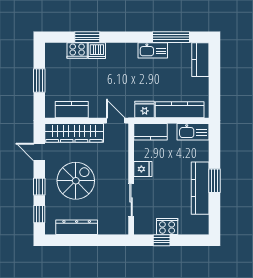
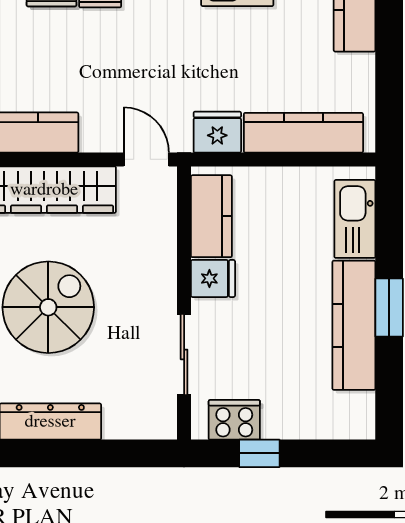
kitchen counter: (150, 132) -> (211, 216), moved, turned -90
kitchen sink: (193, 132) -> (355, 219), moved, turned 90
cooker: (167, 227) -> (234, 420), moved

